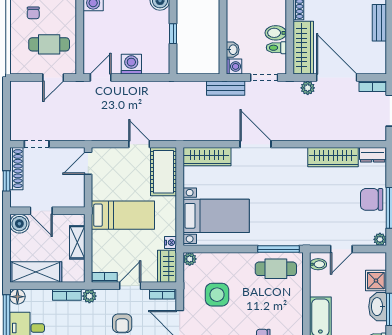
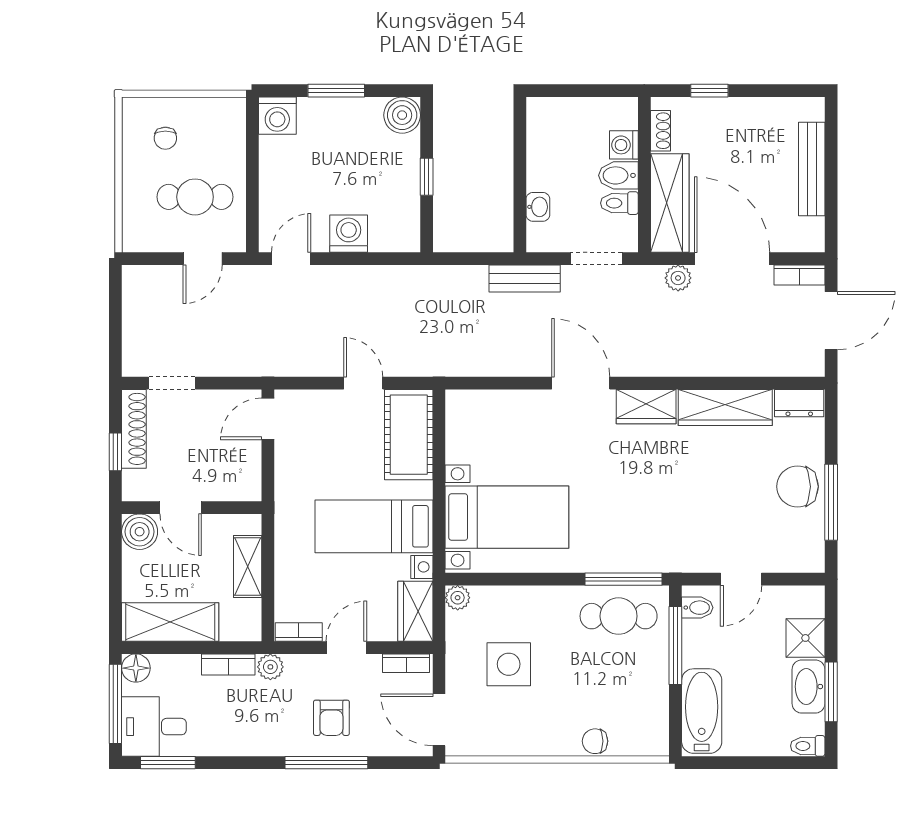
bench: (379, 23) -> (812, 169), width x1.36
washing machine: (234, 66) -> (624, 145), moved, turned 180
wardrobe: (207, 157) -> (646, 407), moved, width x0.67
bed: (123, 215) -> (374, 526), moved, turned 180
plant: (380, 239) -> (813, 561), removed
window: (306, 285) -> (675, 646), added

